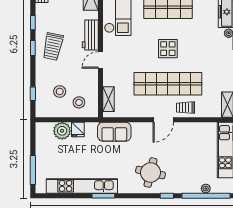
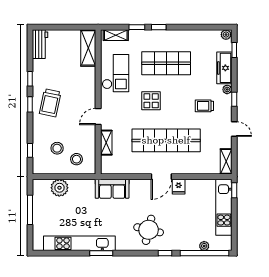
workbench: (90, 35) -> (88, 91), removed
display table: (168, 49) -> (151, 101), moved
shelving: (108, 99) -> (106, 143), moved
trolley: (186, 108) -> (204, 106), moved
fridge: (78, 130) -> (179, 187), moved
window: (33, 170) -> (30, 210), moved

